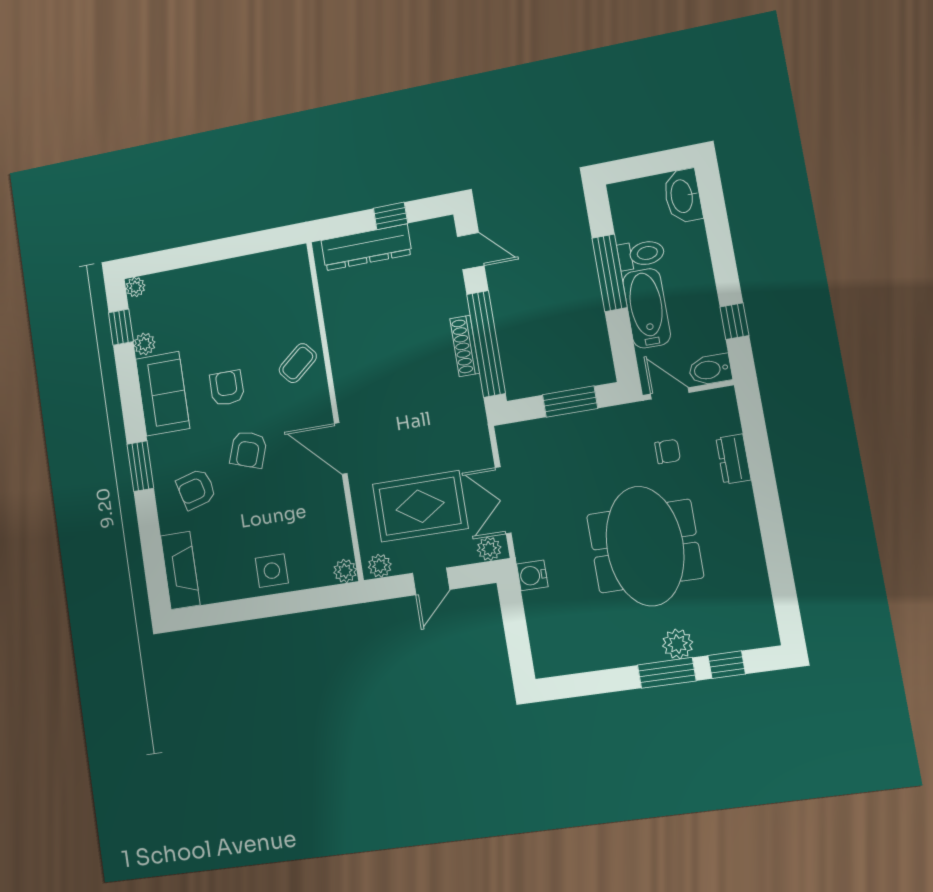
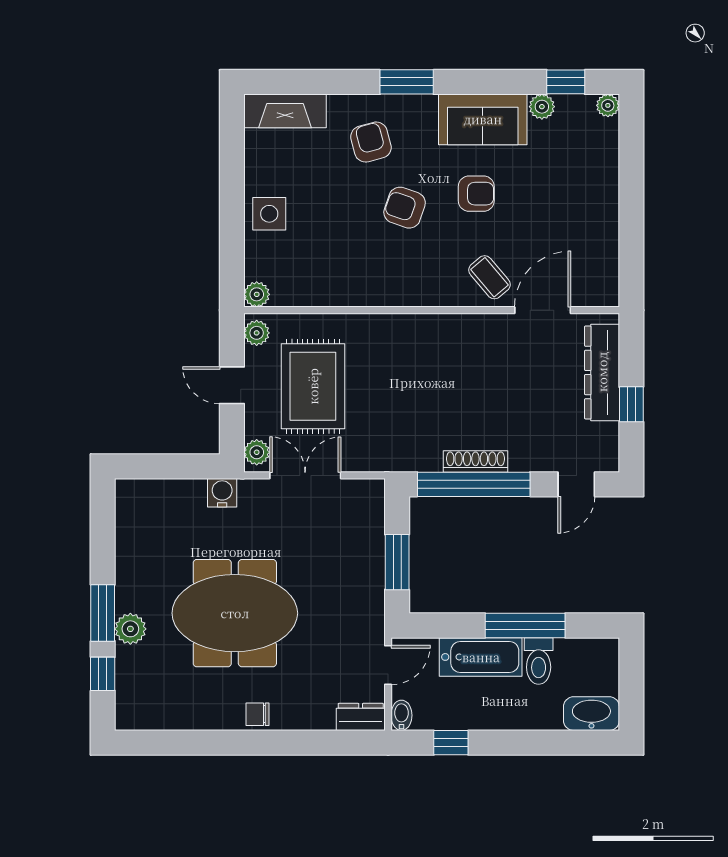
bidet: (710, 370) -> (401, 715), width x0.72, depth x0.74
door: (341, 448) -> (543, 310), moved
chair: (667, 451) -> (257, 714), moved, turned 90
dresser: (733, 459) -> (361, 717), moved

